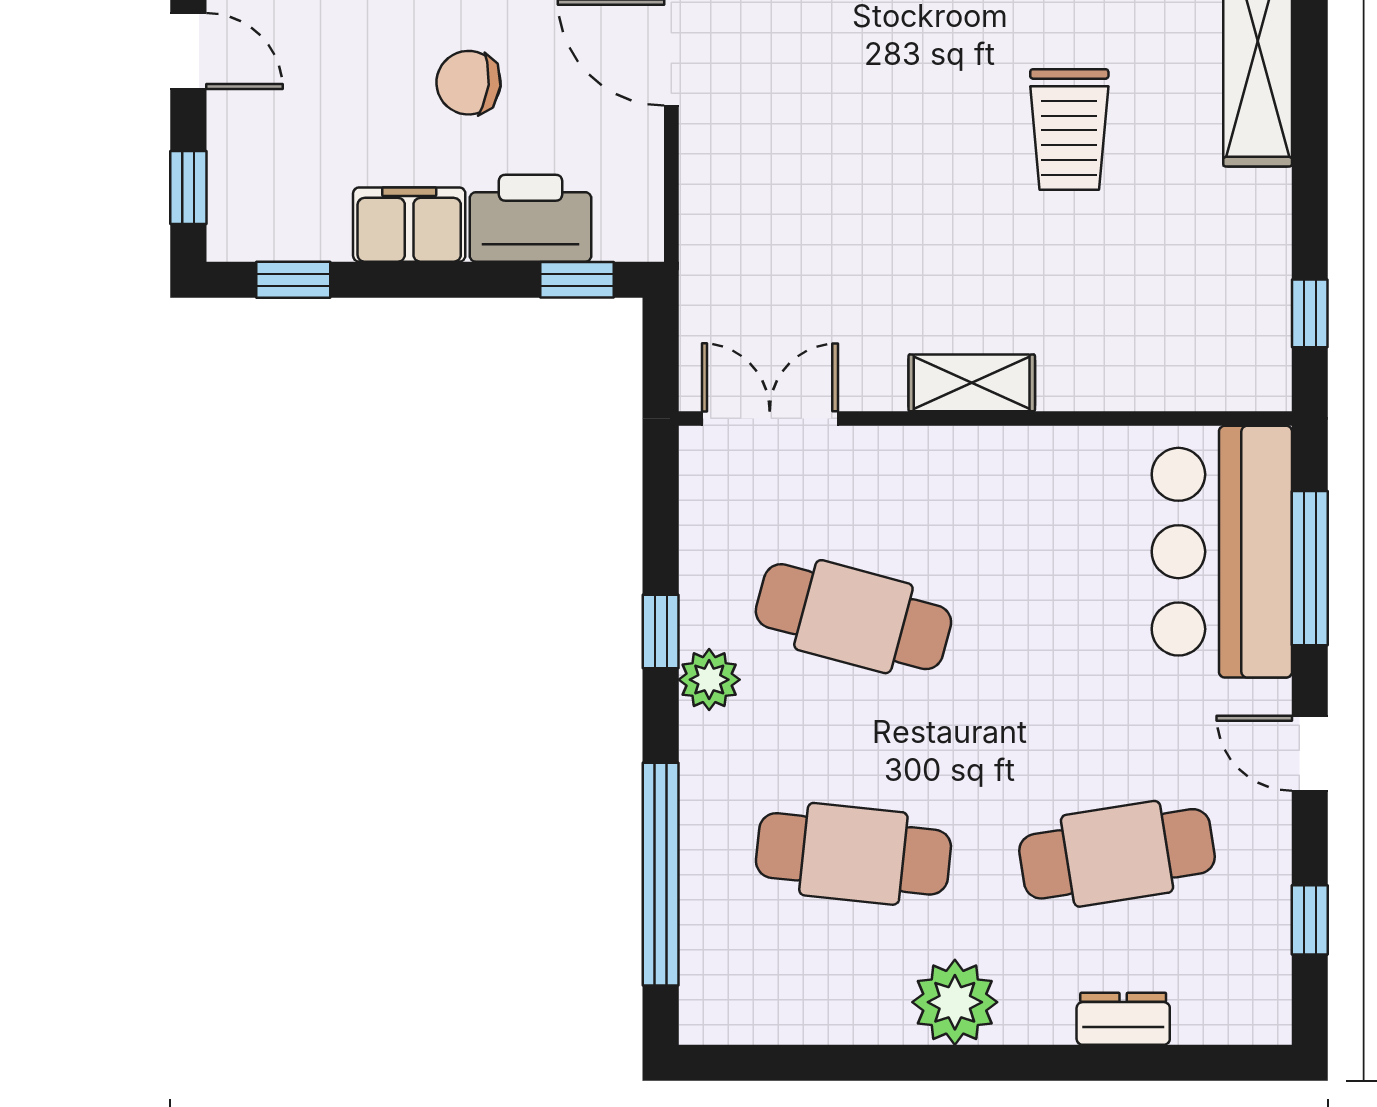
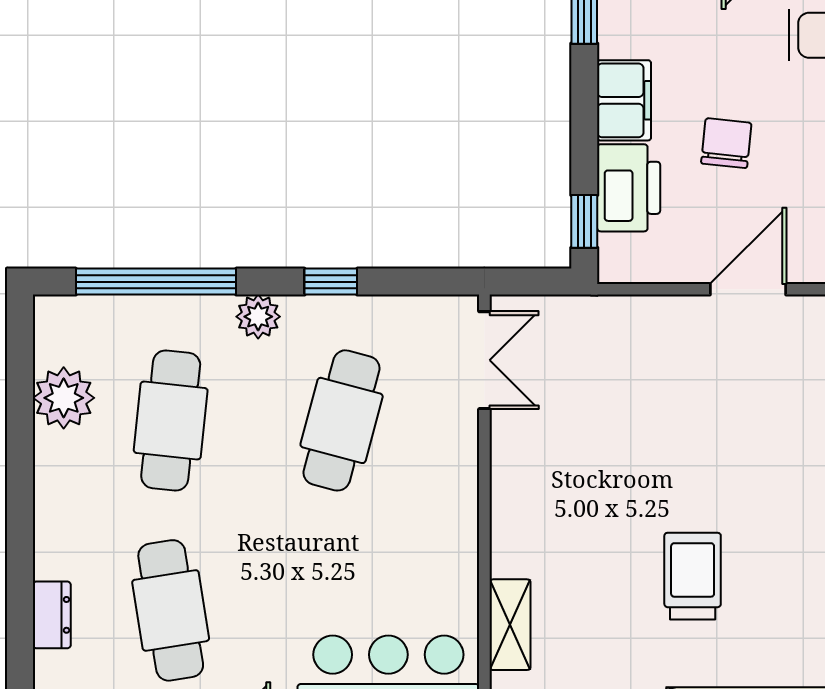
trolley: (1069, 129) -> (693, 576), turned 90
shelving: (972, 383) -> (510, 625), moved
plant: (709, 680) -> (258, 317), moved
plant: (955, 1002) -> (64, 398), moved

